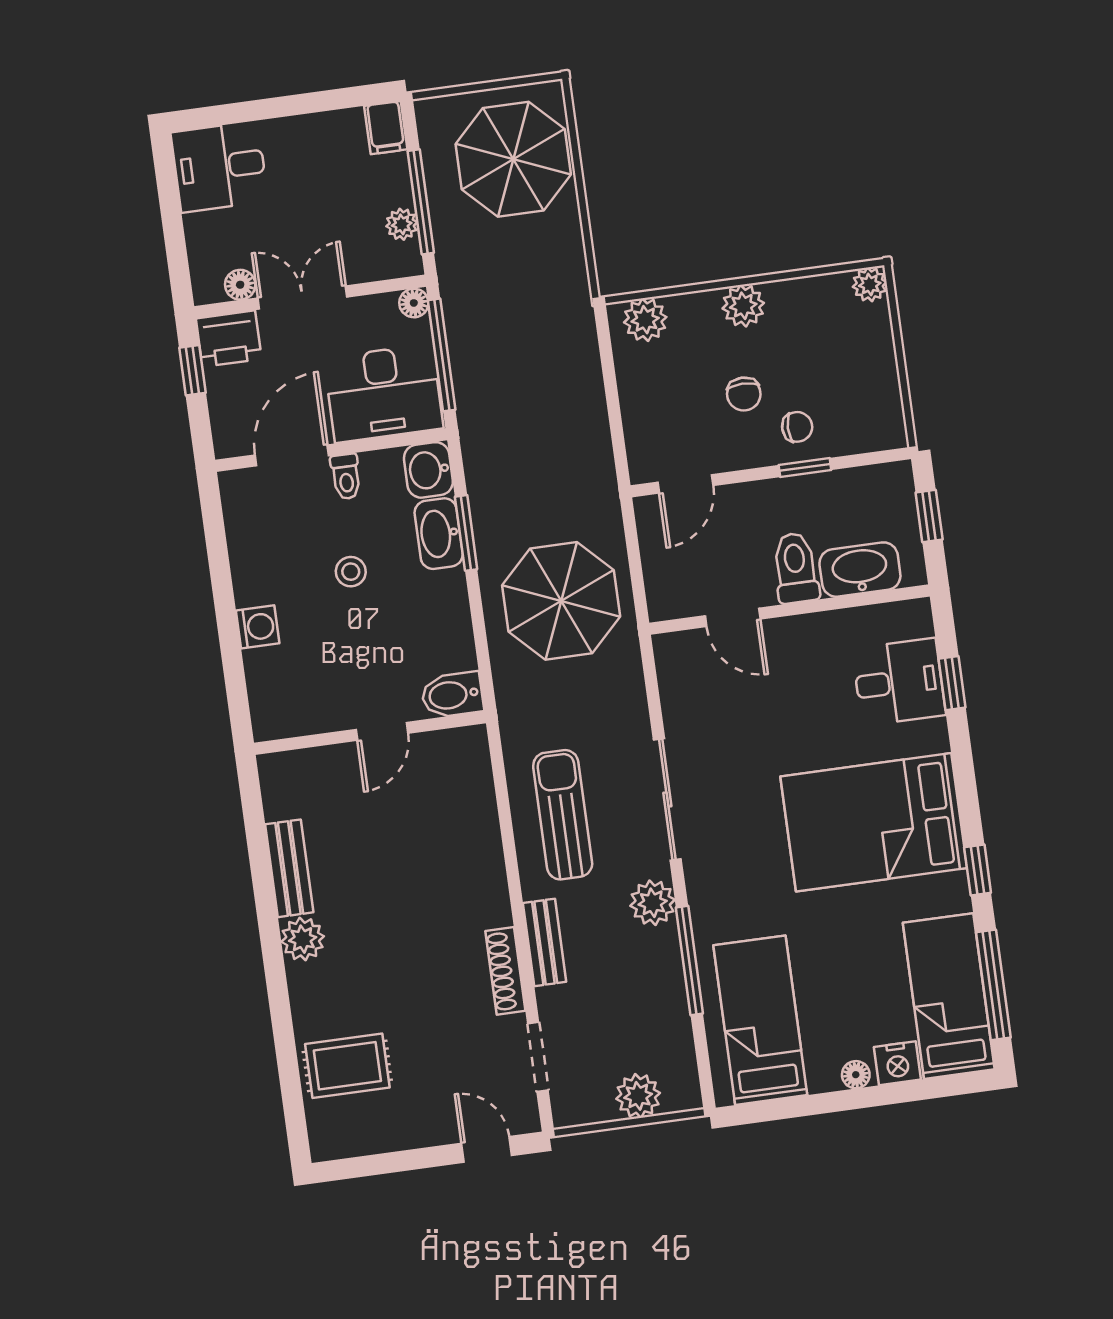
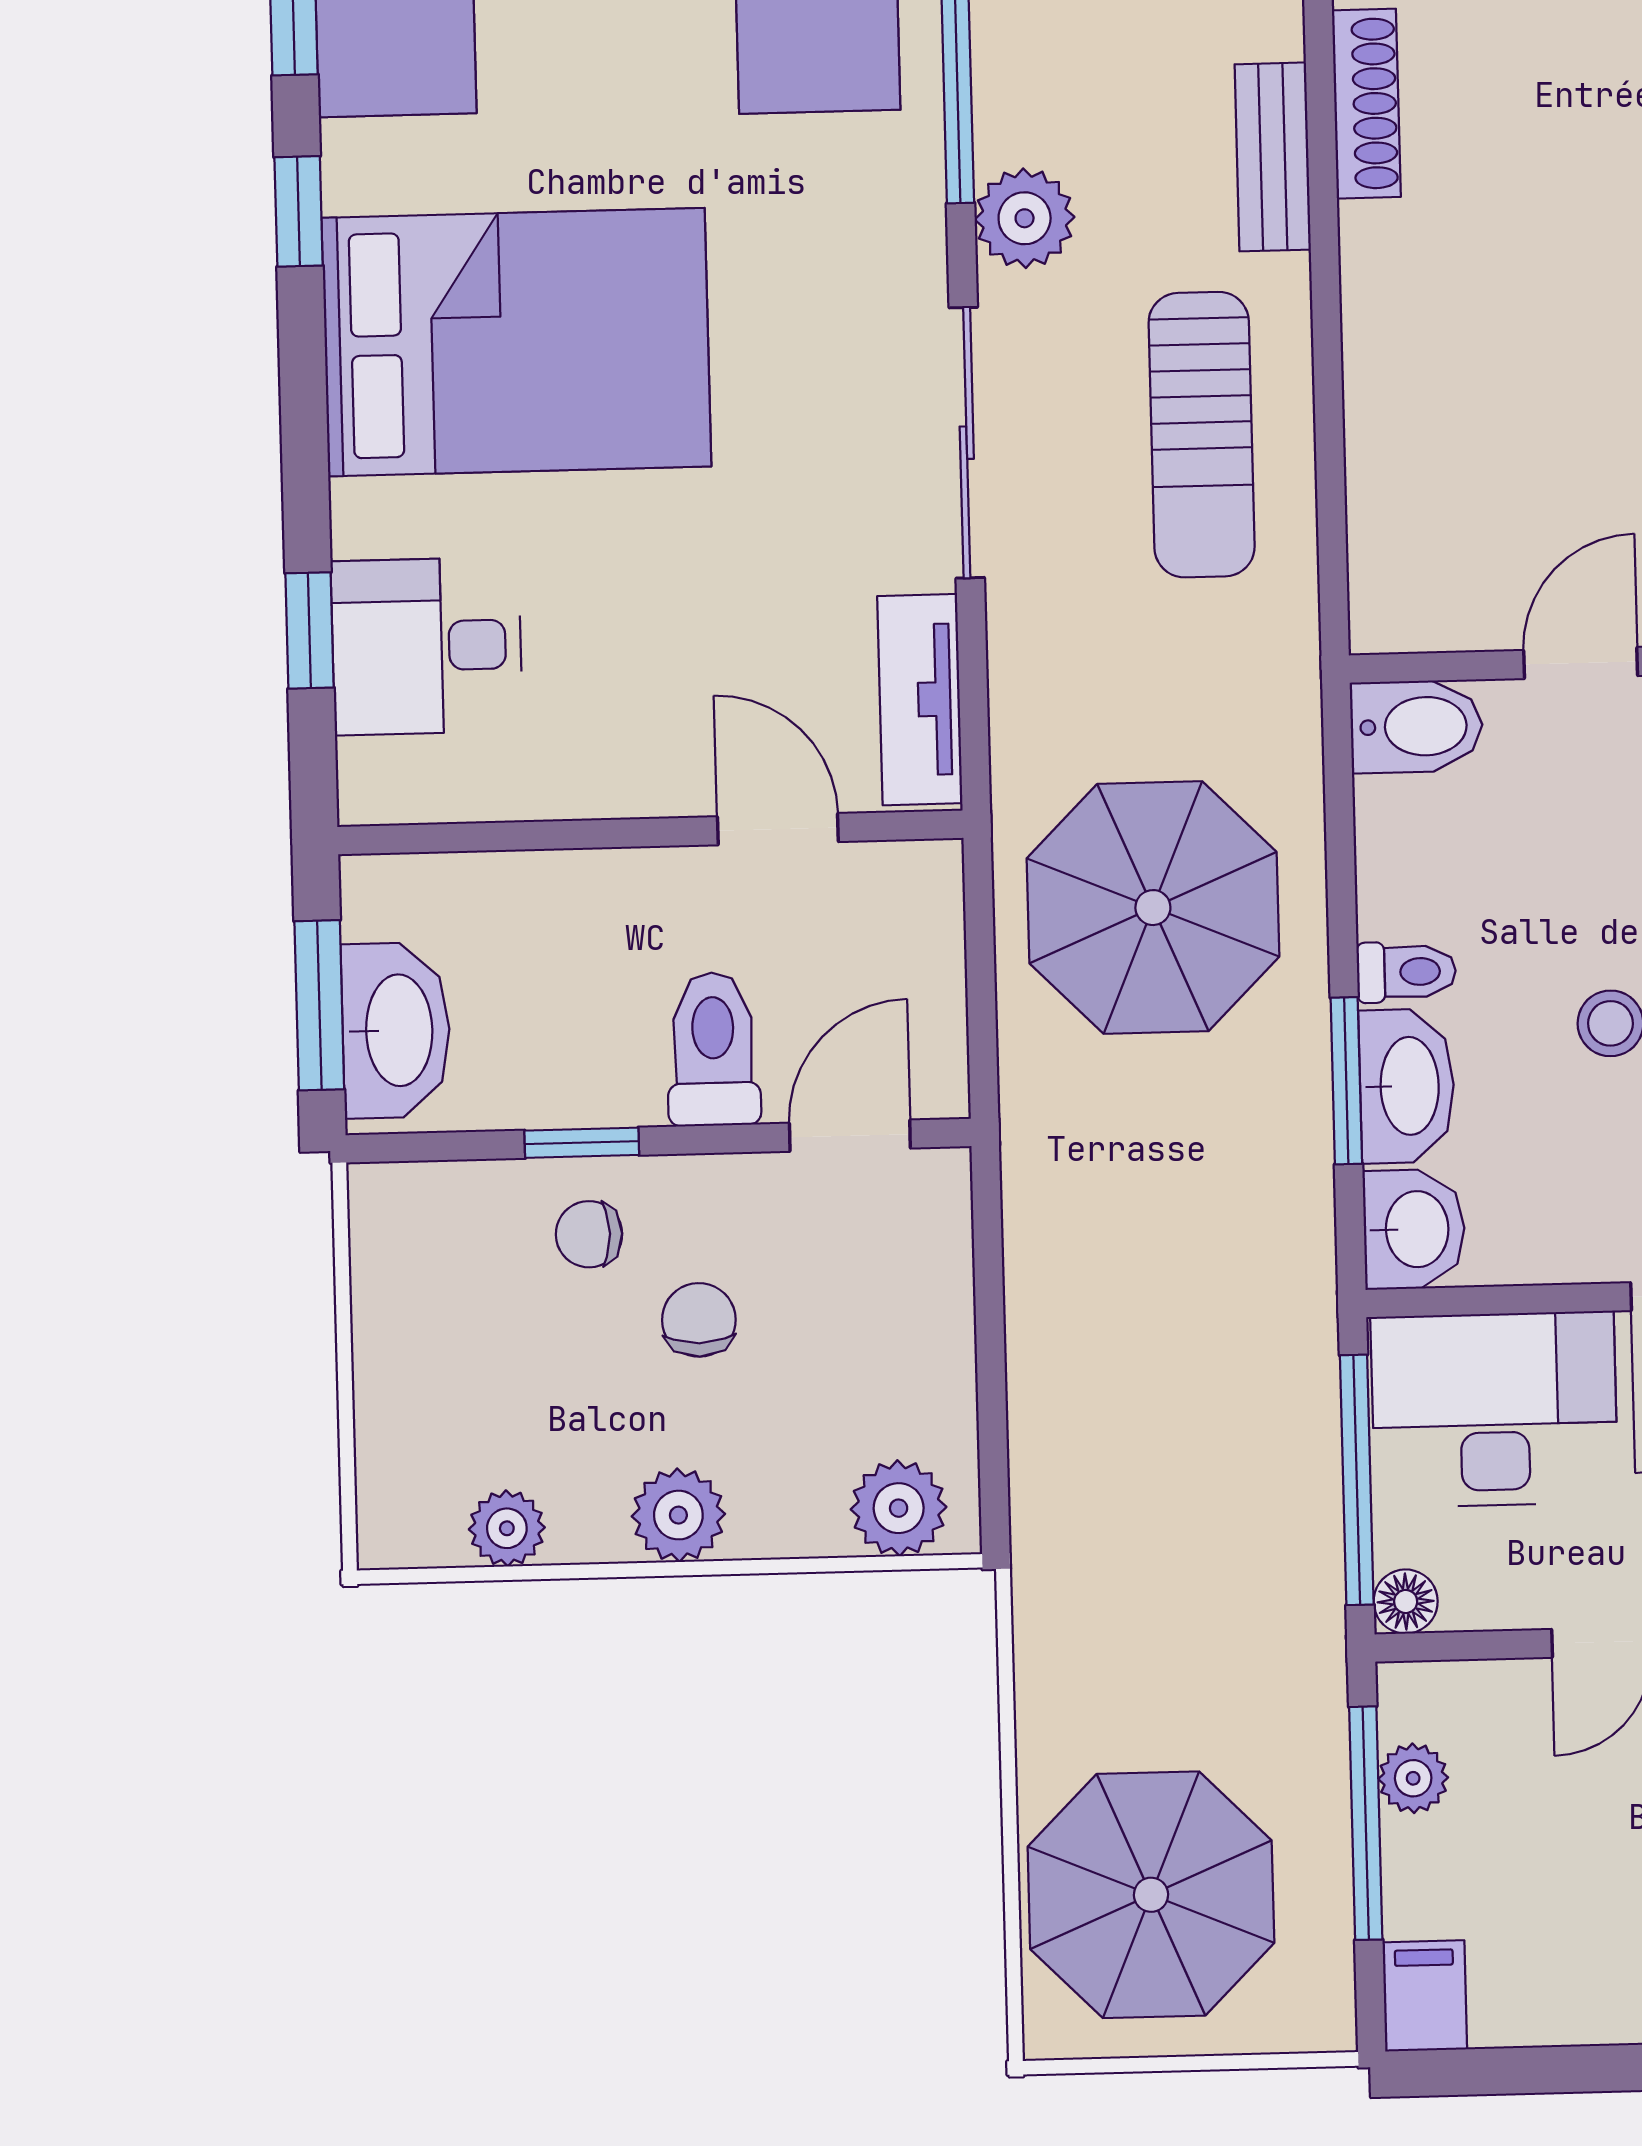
plant: (870, 284) -> (507, 1528), moved
toilet: (346, 477) -> (1406, 972), moved, turned 90
window: (929, 516) -> (319, 1005), width x1.50
toilet: (796, 568) -> (713, 1049), moved, turned 180
washbasin: (860, 570) -> (396, 1030), moved, turned -90
tv unit: (676, 682) -> (920, 700), added

